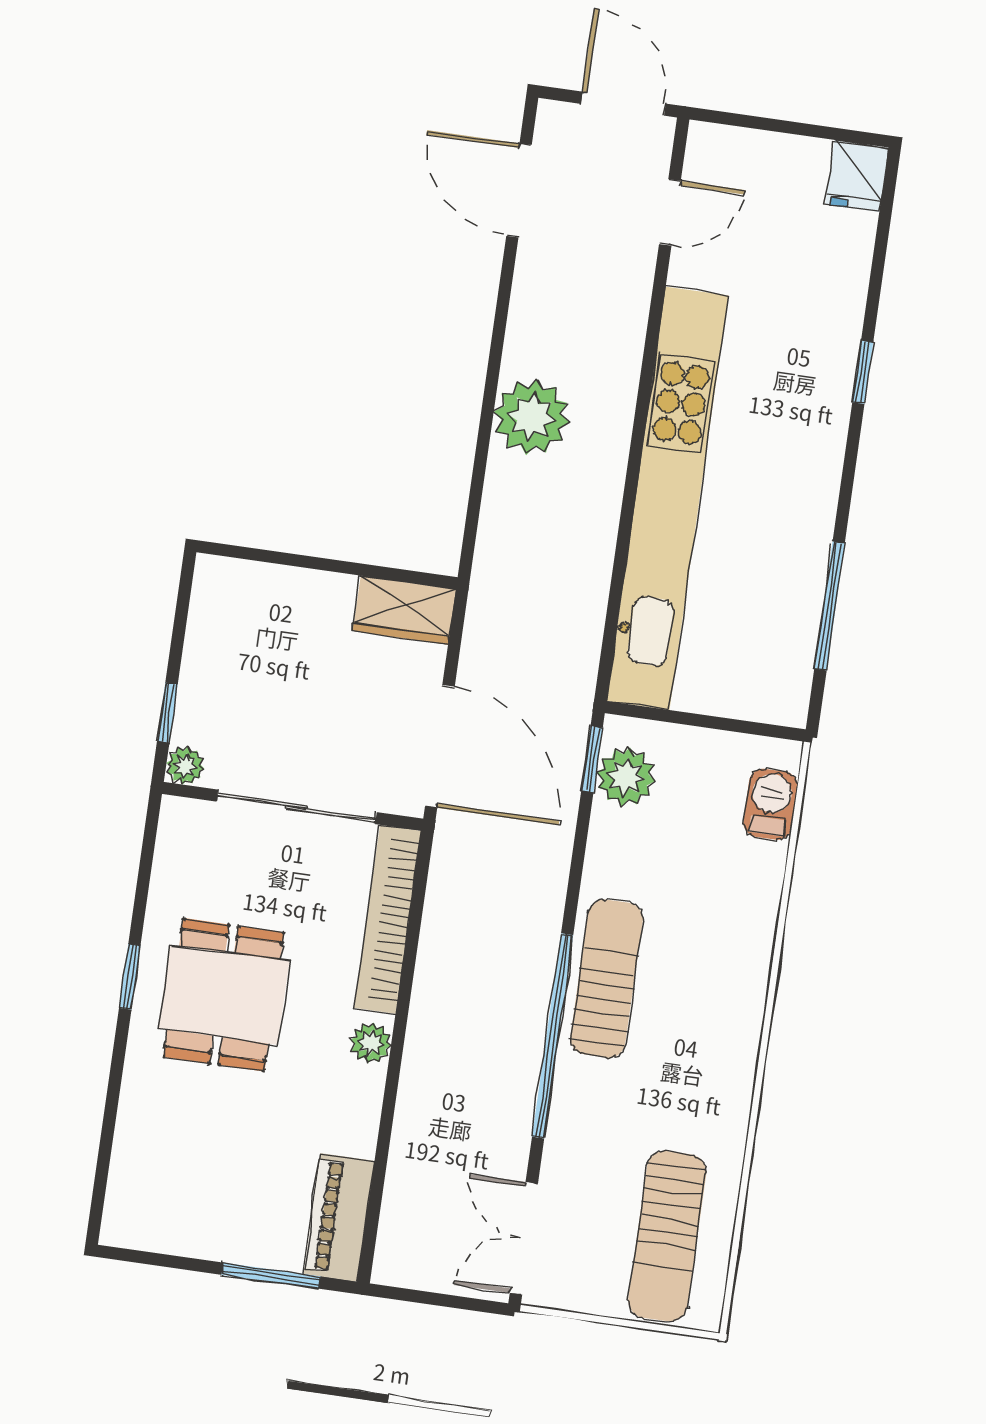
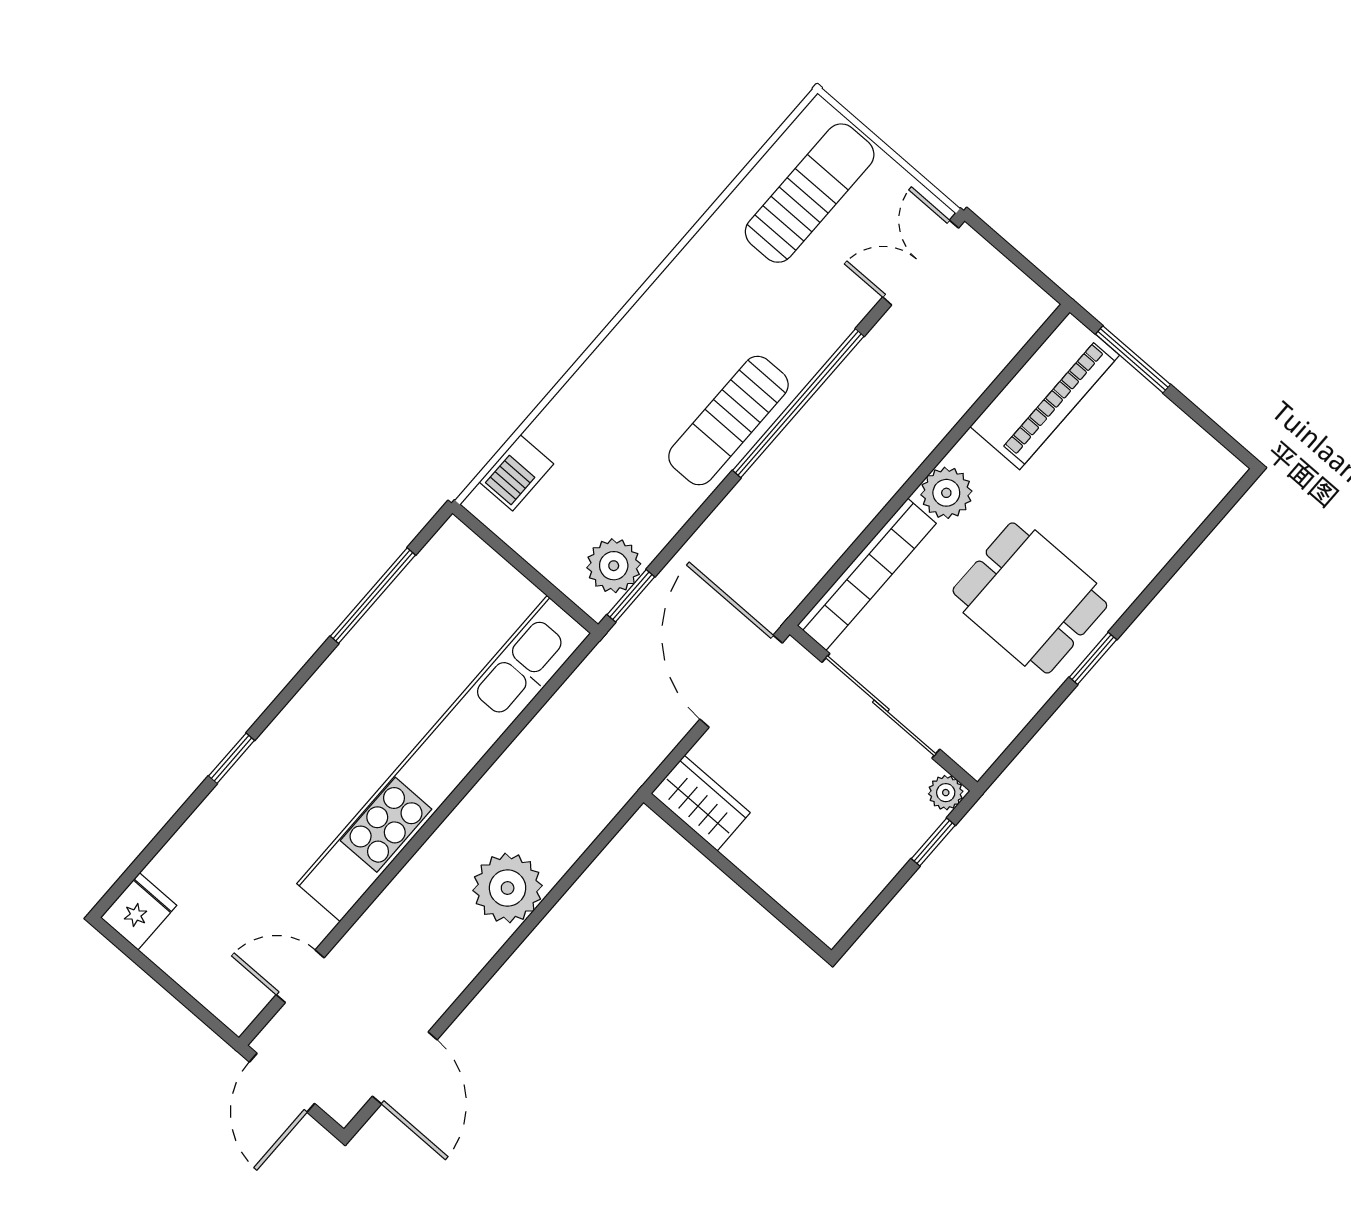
dining table: (224, 995) -> (1030, 598), turned 90
plant: (371, 1043) -> (946, 493), width x1.38, depth x1.38
piano: (339, 1217) -> (1045, 391), width x1.37, depth x1.33
double door: (524, 1238) -> (921, 263), swing flipped

